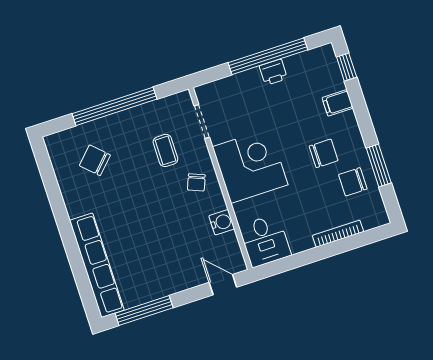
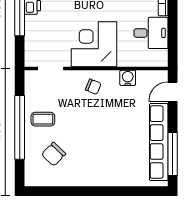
coffee table: (165, 150) -> (43, 119), moved
desk: (265, 241) -> (151, 33), moved
row of seats: (97, 265) -> (159, 142), moved, turned -90

